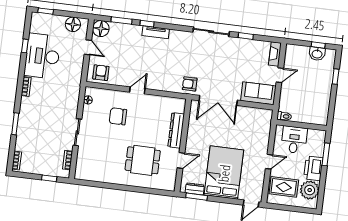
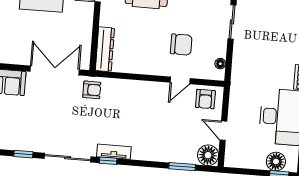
floor lamp: (73, 24) -> (276, 161), moved
window: (147, 24) -> (108, 161), moved
tv unit: (156, 32) -> (114, 152), moved
door: (137, 90) -> (180, 80), moved
dresser: (176, 130) -> (105, 49), moved

